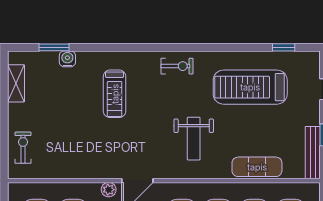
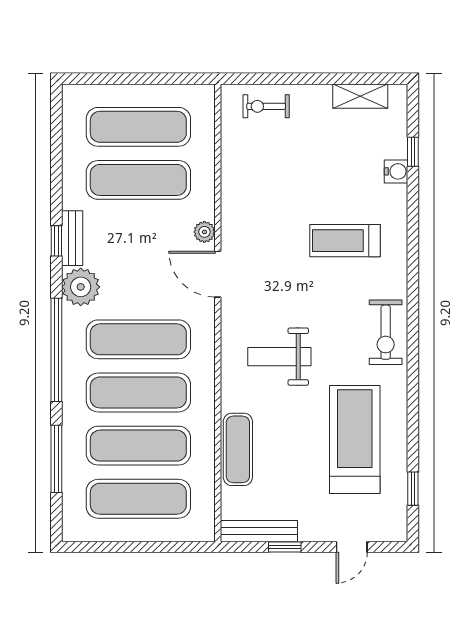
window: (54, 47) -> (413, 152), width x0.67
exercise bike: (177, 66) -> (386, 332), width x1.38, depth x1.39
exercise bike: (23, 148) -> (266, 106), turned 180

